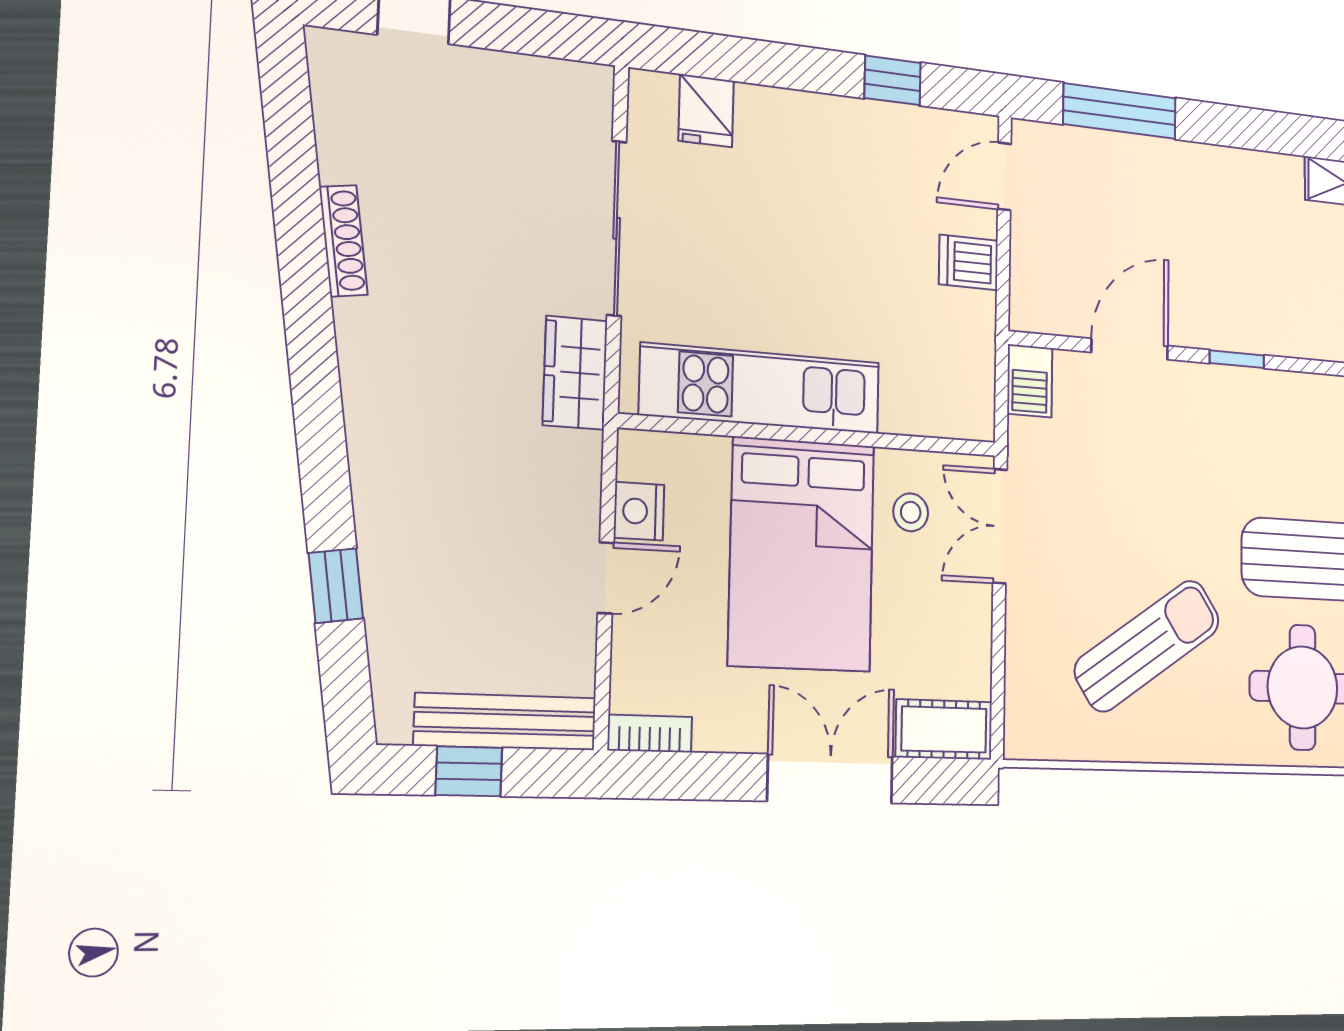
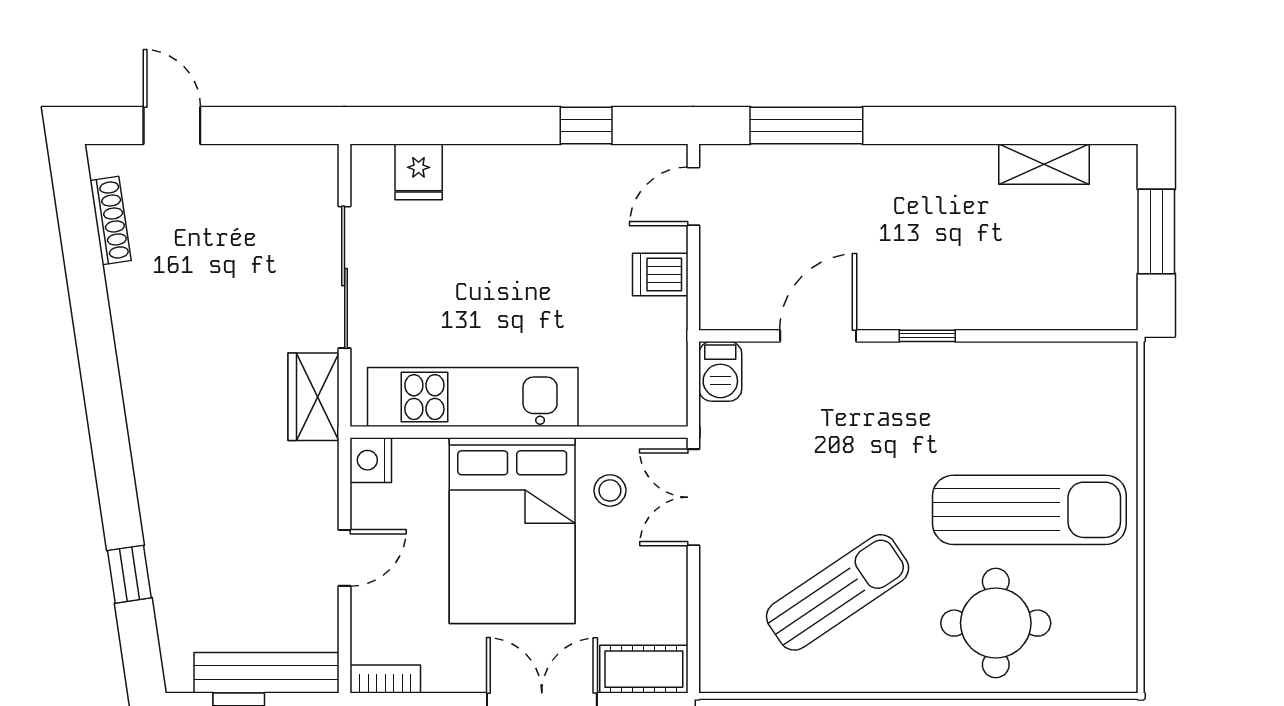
shoe rack: (343, 241) -> (111, 220), moved
nightstand: (639, 511) -> (371, 460), moved

